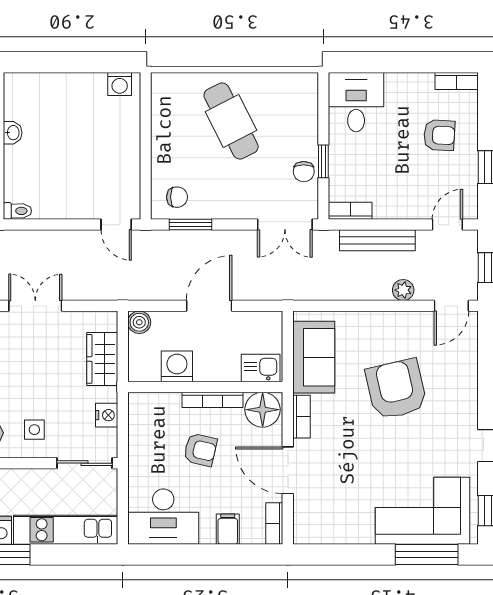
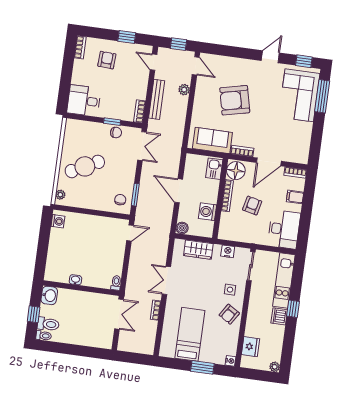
plant: (171, 82) -> (60, 195), added

